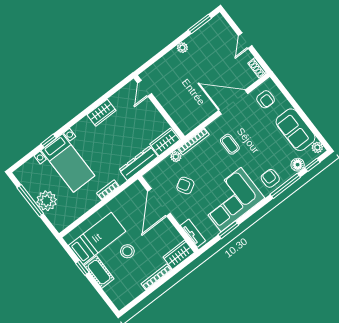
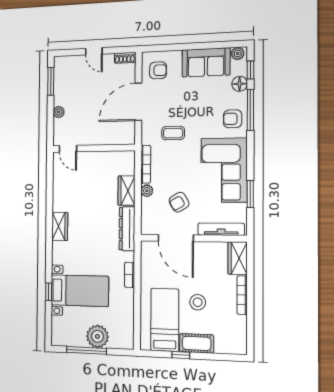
door: (145, 88) -> (68, 149), moved
wall: (159, 107) -> (93, 148), moved
tv unit: (193, 233) -> (221, 229), width x1.41

